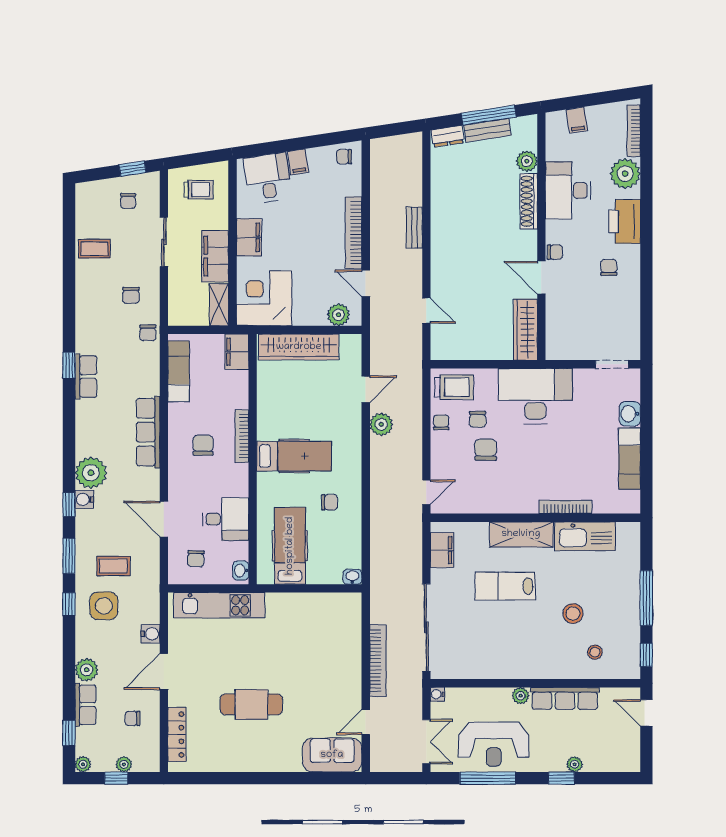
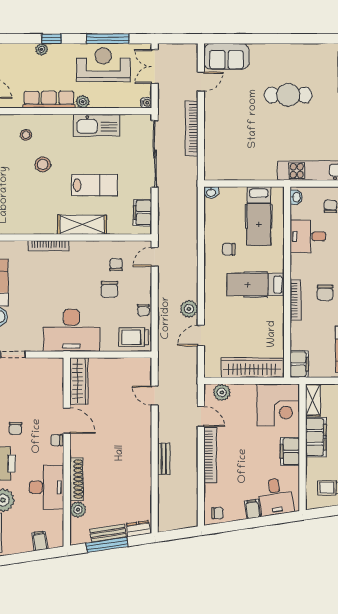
chair: (478, 419) -> (116, 265), moved
kitchen sink: (585, 536) -> (96, 125), moved, turned 180

